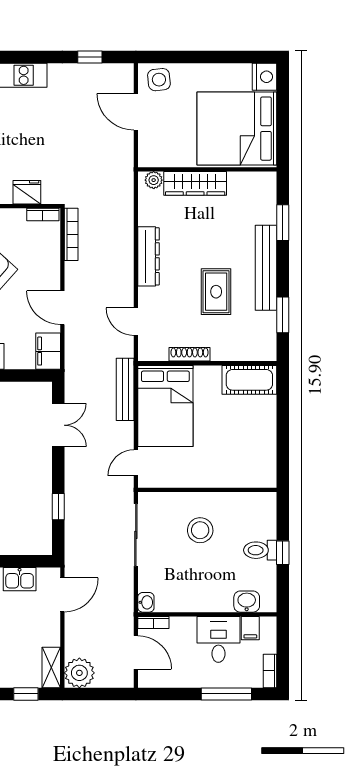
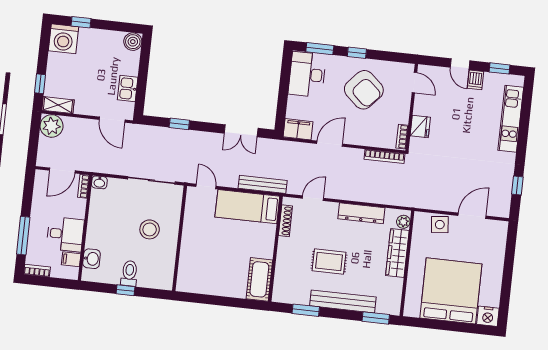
side table: (159, 80) -> (440, 225), moved
wall: (207, 169) -> (407, 263), moved
plant: (154, 180) -> (403, 222), moved
wardrobe: (195, 183) -> (397, 253), moved
shoe rack: (190, 354) -> (285, 221), moved
bed: (165, 406) -> (247, 207), width x0.67

